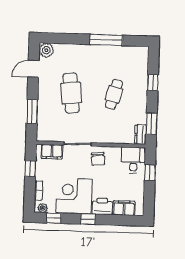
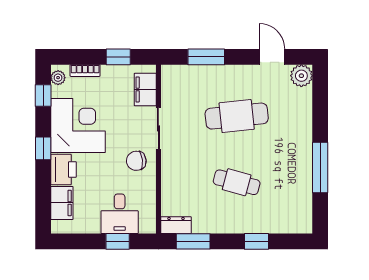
desk: (133, 160) -> (120, 214), moved, turned 90

